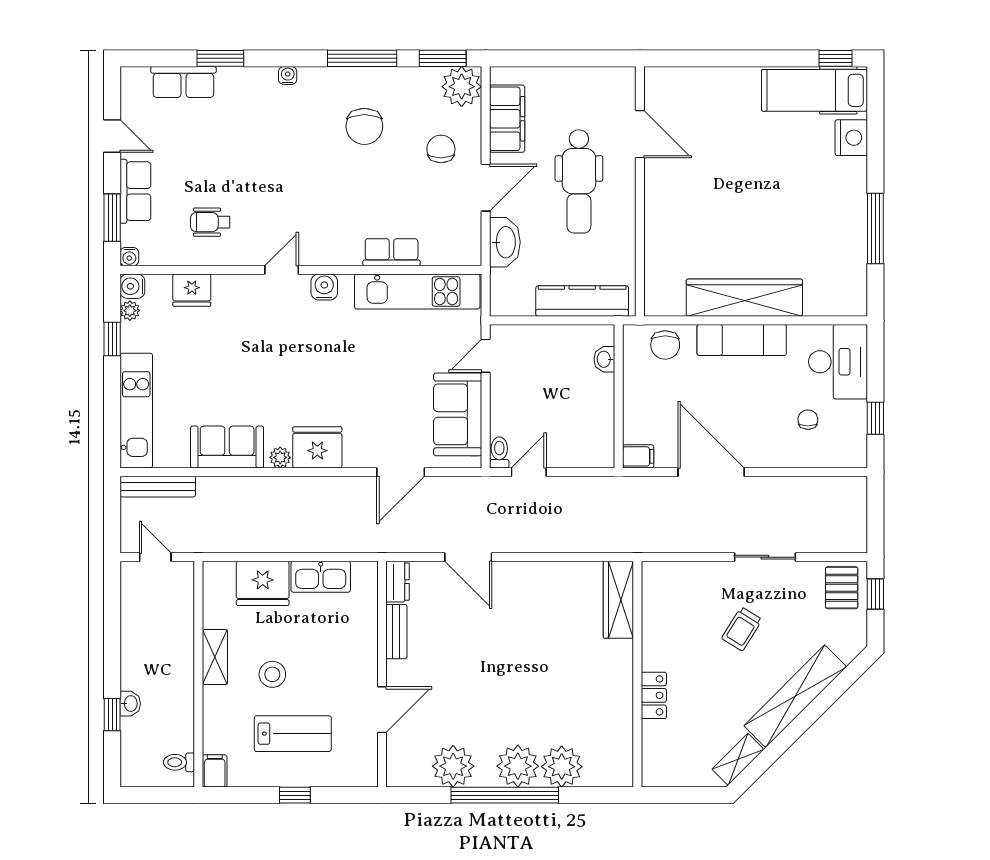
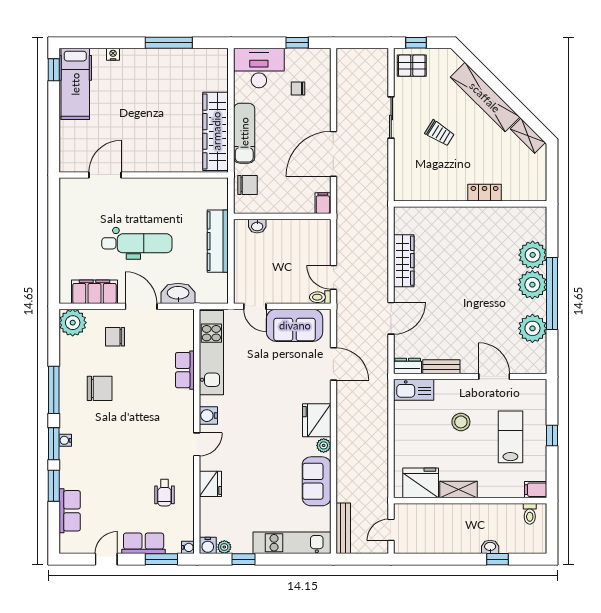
window: (443, 58) -> (54, 444), moved
door: (640, 134) -> (105, 175), moved
nightstand: (851, 138) -> (113, 54), width x0.53, depth x0.56
wall: (640, 191) -> (144, 175), moved
door: (282, 270) -> (197, 444), swing flipped
fridge: (192, 290) -> (210, 484), moved
kitchen sink: (321, 577) -> (414, 390), moved, turned 90
fridge: (263, 583) -> (421, 483), moved, turned -90
wardrobe: (618, 600) -> (404, 261), moved, turned -90
stool: (272, 674) -> (461, 422), moved

